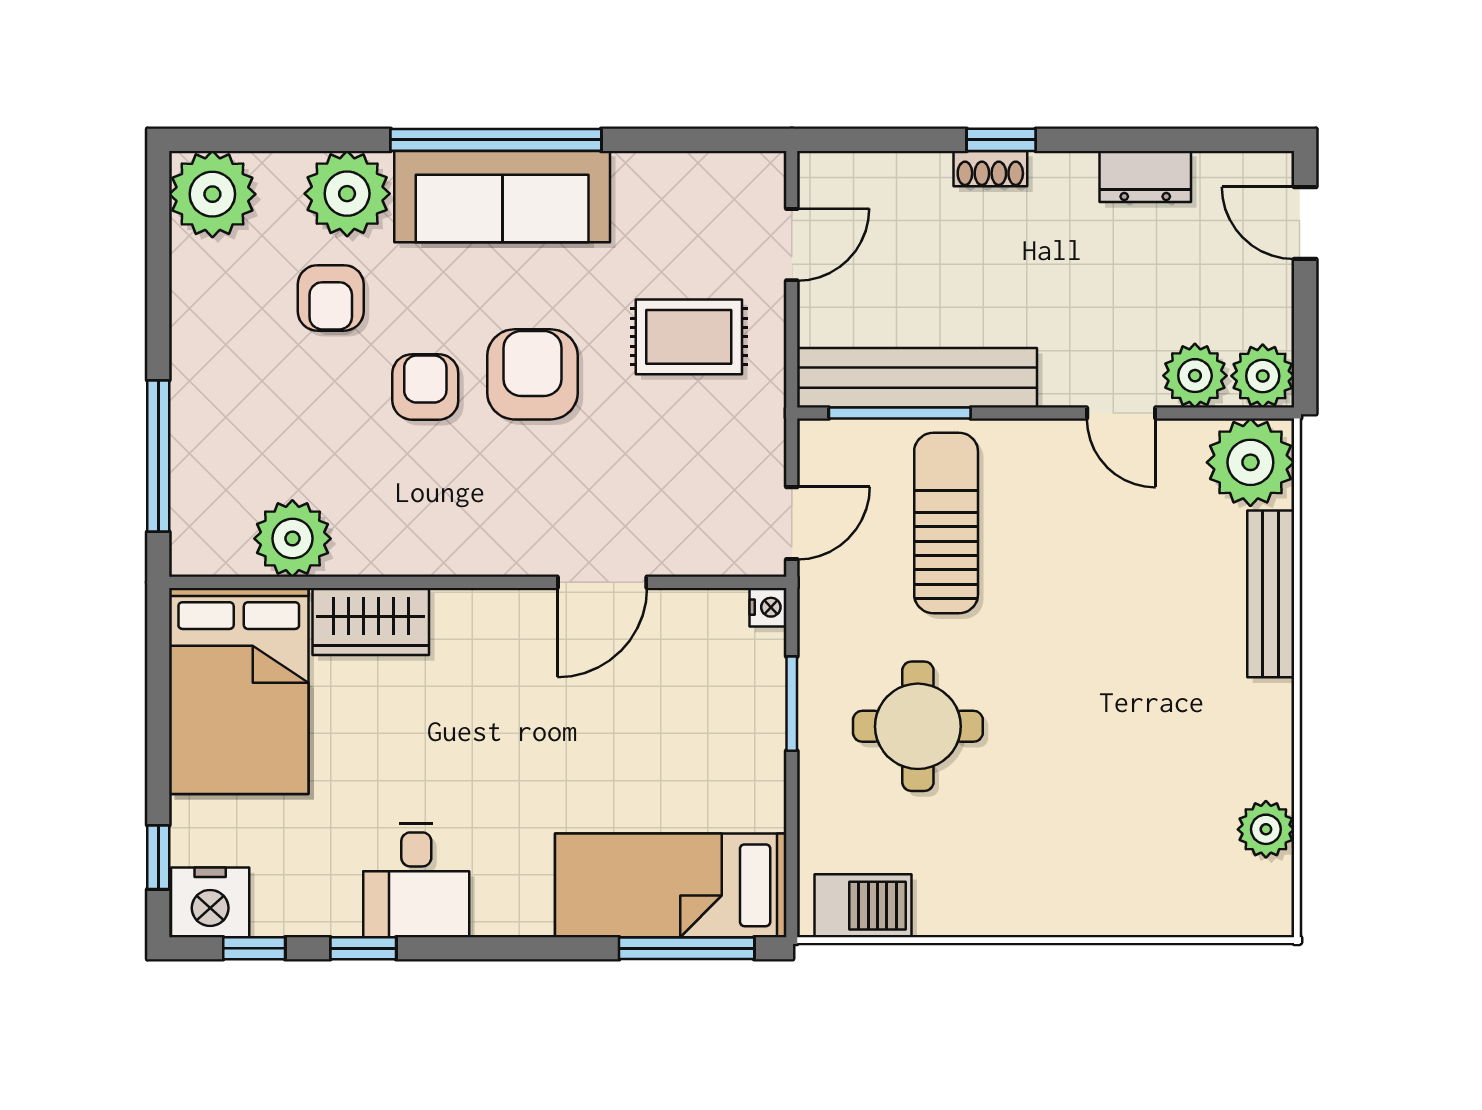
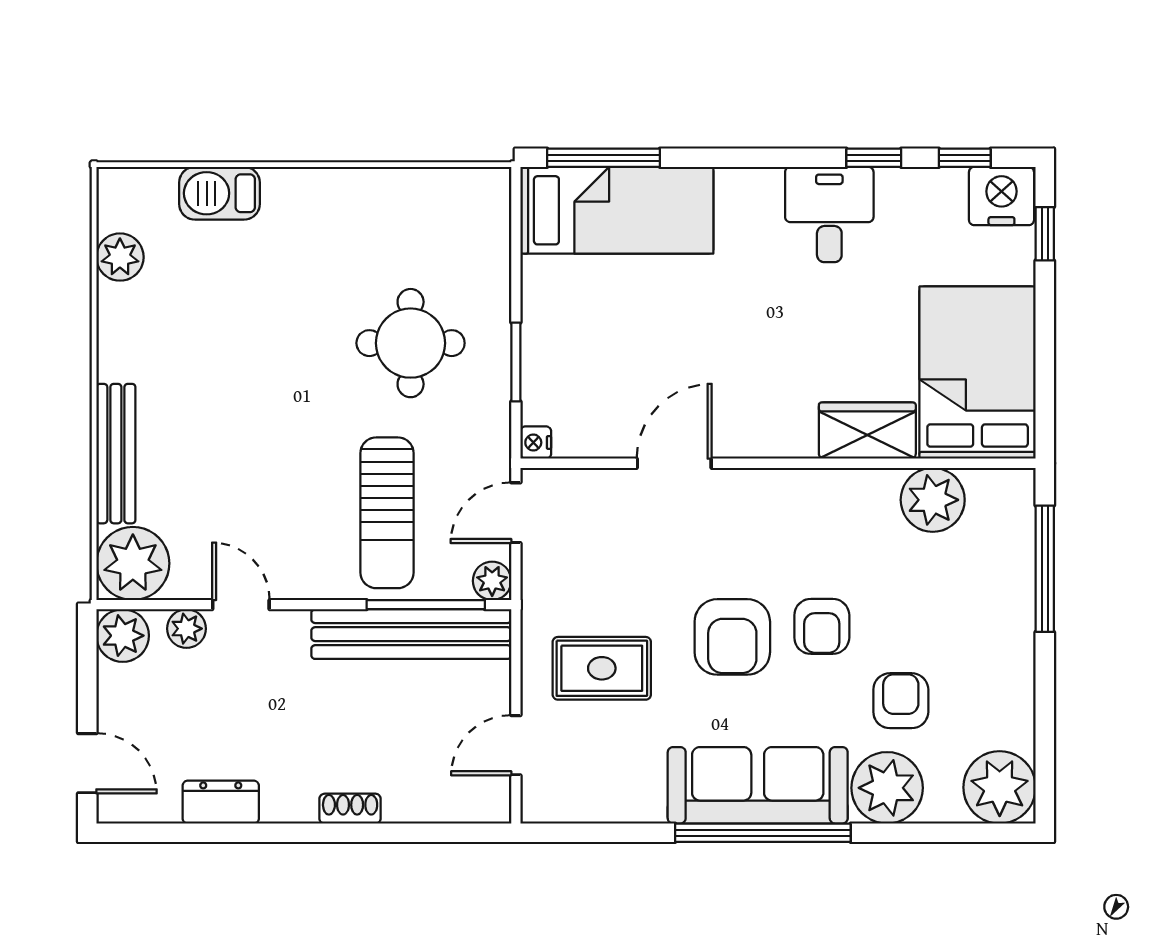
window: (1001, 140) -> (341, 833), removed
plant: (1195, 376) -> (186, 629), width x0.73, depth x0.73
plant: (820, 441) -> (492, 581), added
barbecue: (863, 906) -> (219, 193), moved

